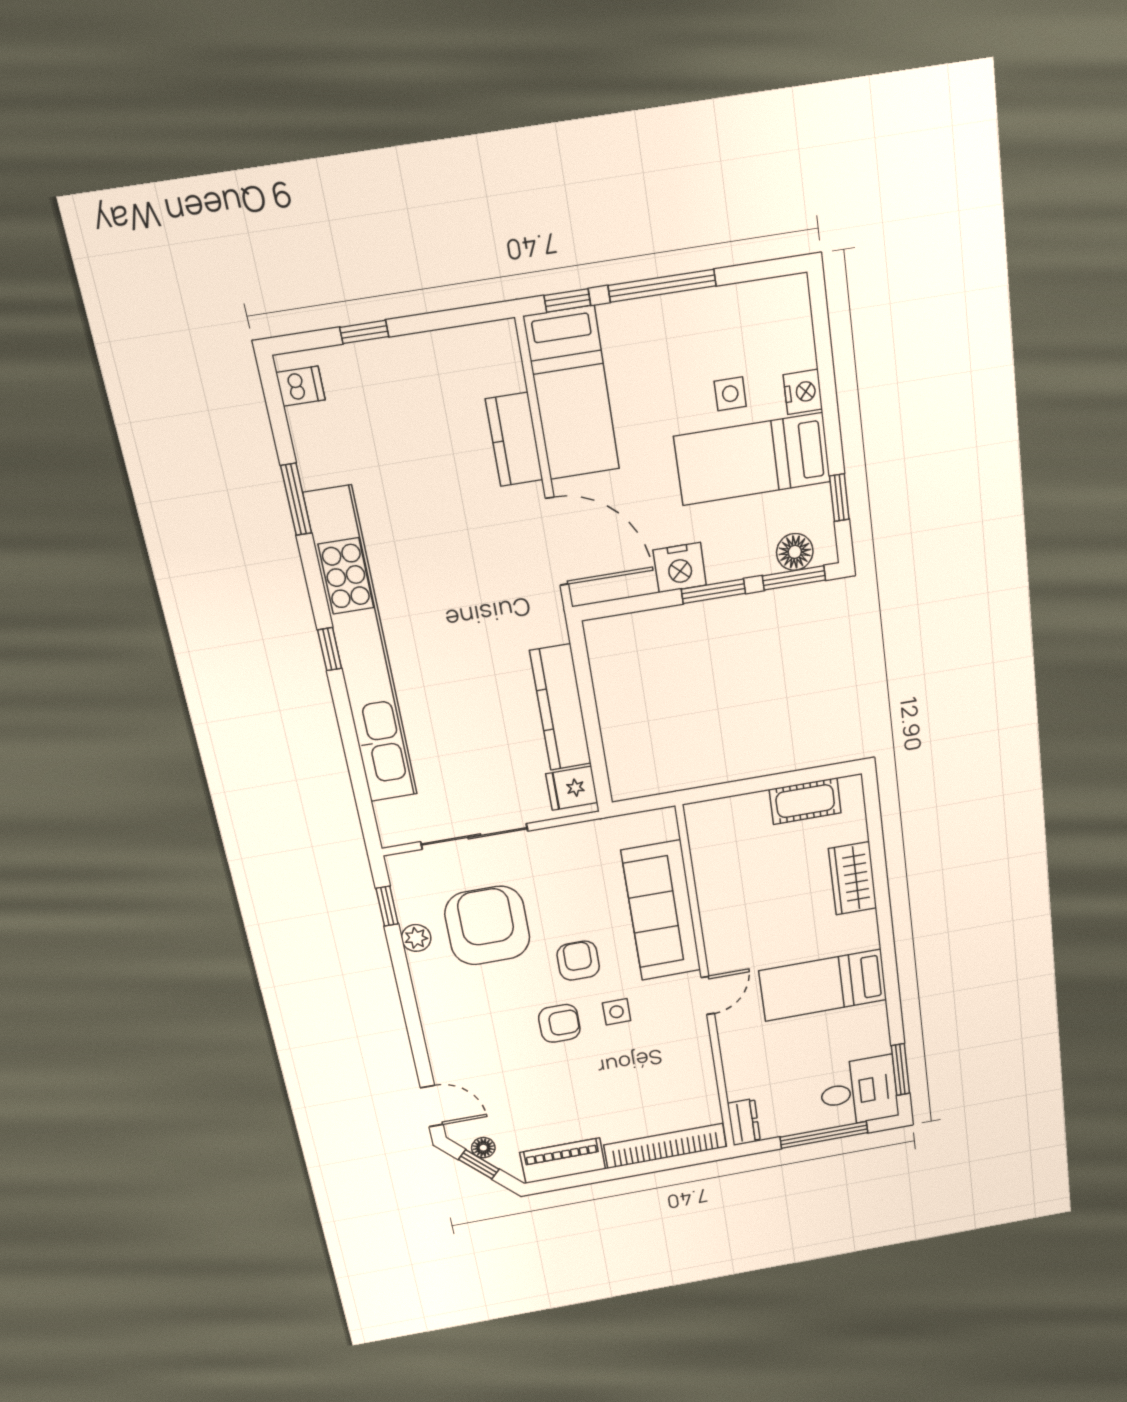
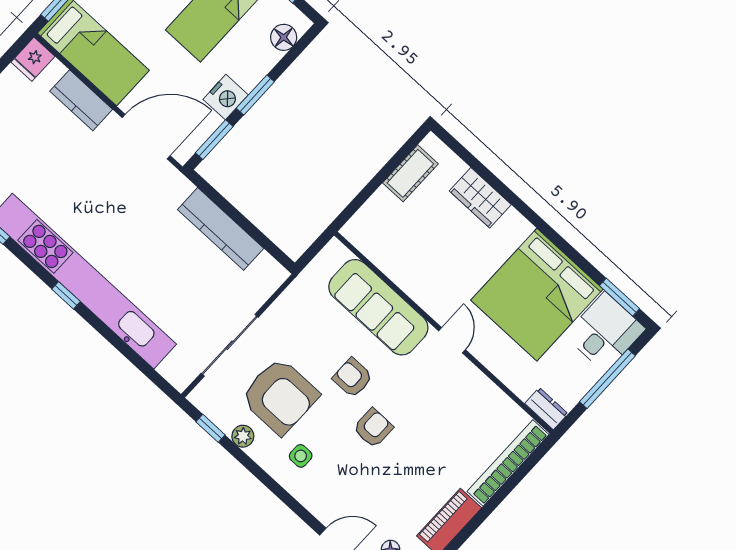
window: (794, 578) -> (214, 140), moved
fridge: (572, 788) -> (33, 59), moved
armchair: (487, 926) -> (280, 396), turned 180
bed: (823, 985) -> (537, 295), width x2.04
side table: (617, 1012) -> (301, 456), moved

